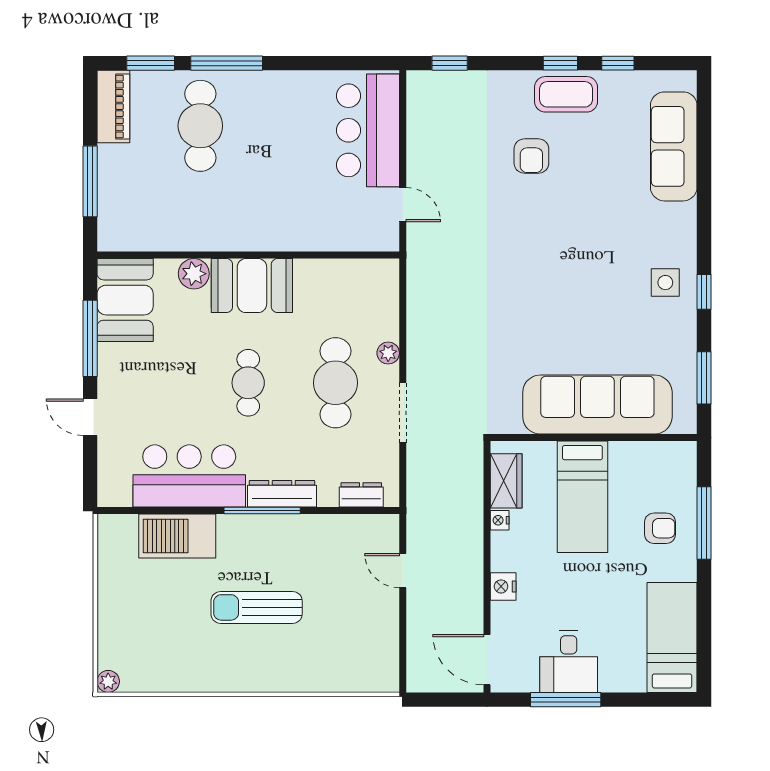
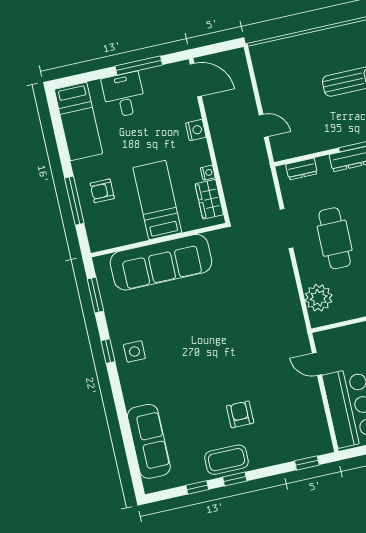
plant: (388, 353) -> (319, 298), moved, width x1.88, depth x1.88
desk: (569, 662) -> (124, 95), moved

